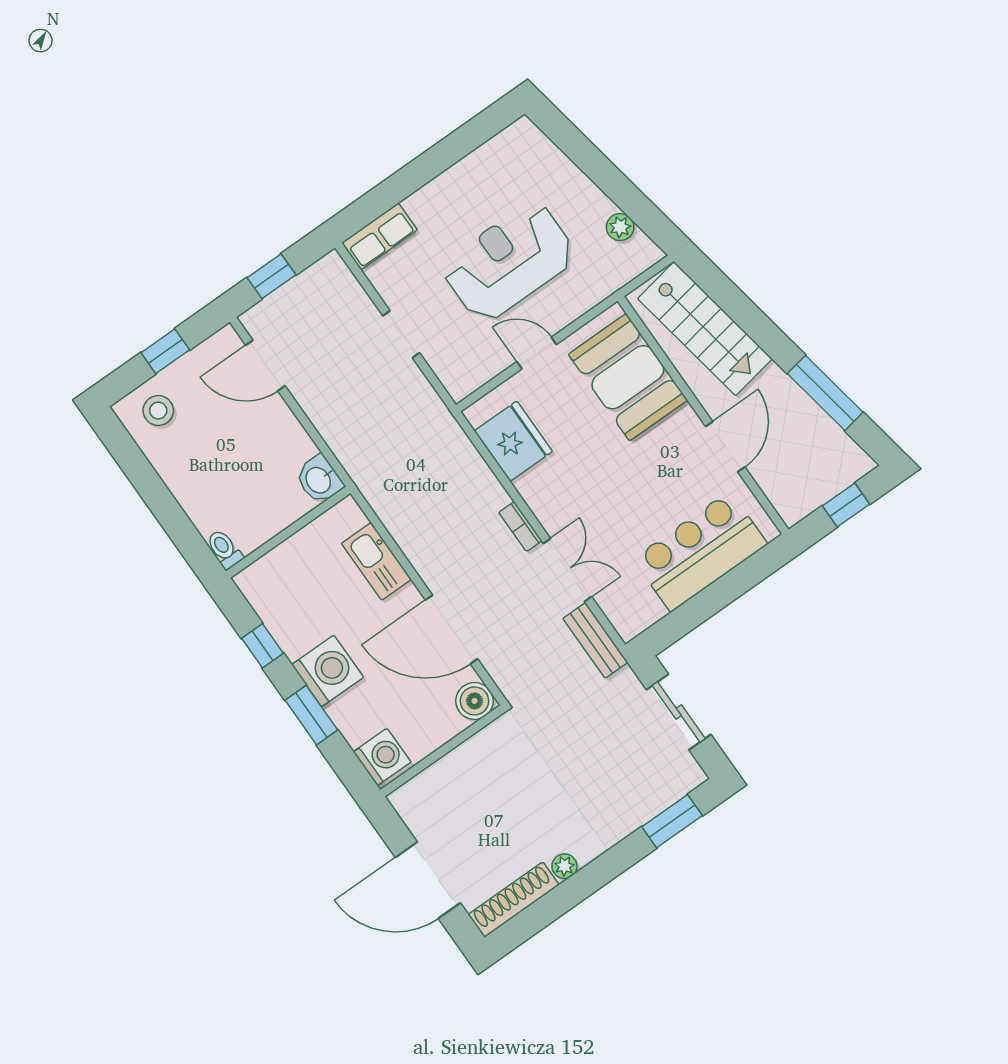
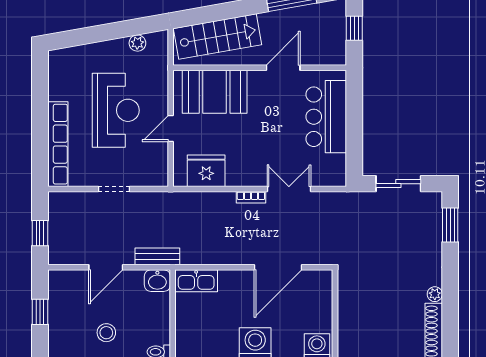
row of seats: (379, 236) -> (58, 144), width x2.02
reception desk: (509, 262) -> (116, 110), turned 180
door: (265, 366) -> (106, 267), moved
stool: (158, 411) -> (106, 333), moved
door: (725, 447) -> (283, 68), hinge flipped
kitchen sink: (376, 561) -> (196, 281), moved
bench: (595, 640) -> (157, 256), moved
boiler: (475, 701) -> (321, 281), removed

